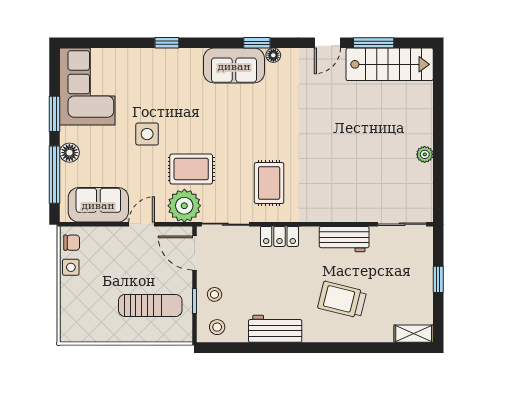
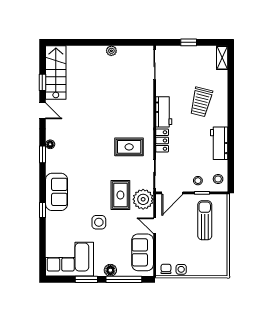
window: (374, 43) -> (42, 82), width x0.67
sofa: (234, 66) -> (57, 192), moved
workbench: (344, 239) -> (164, 112), moved

